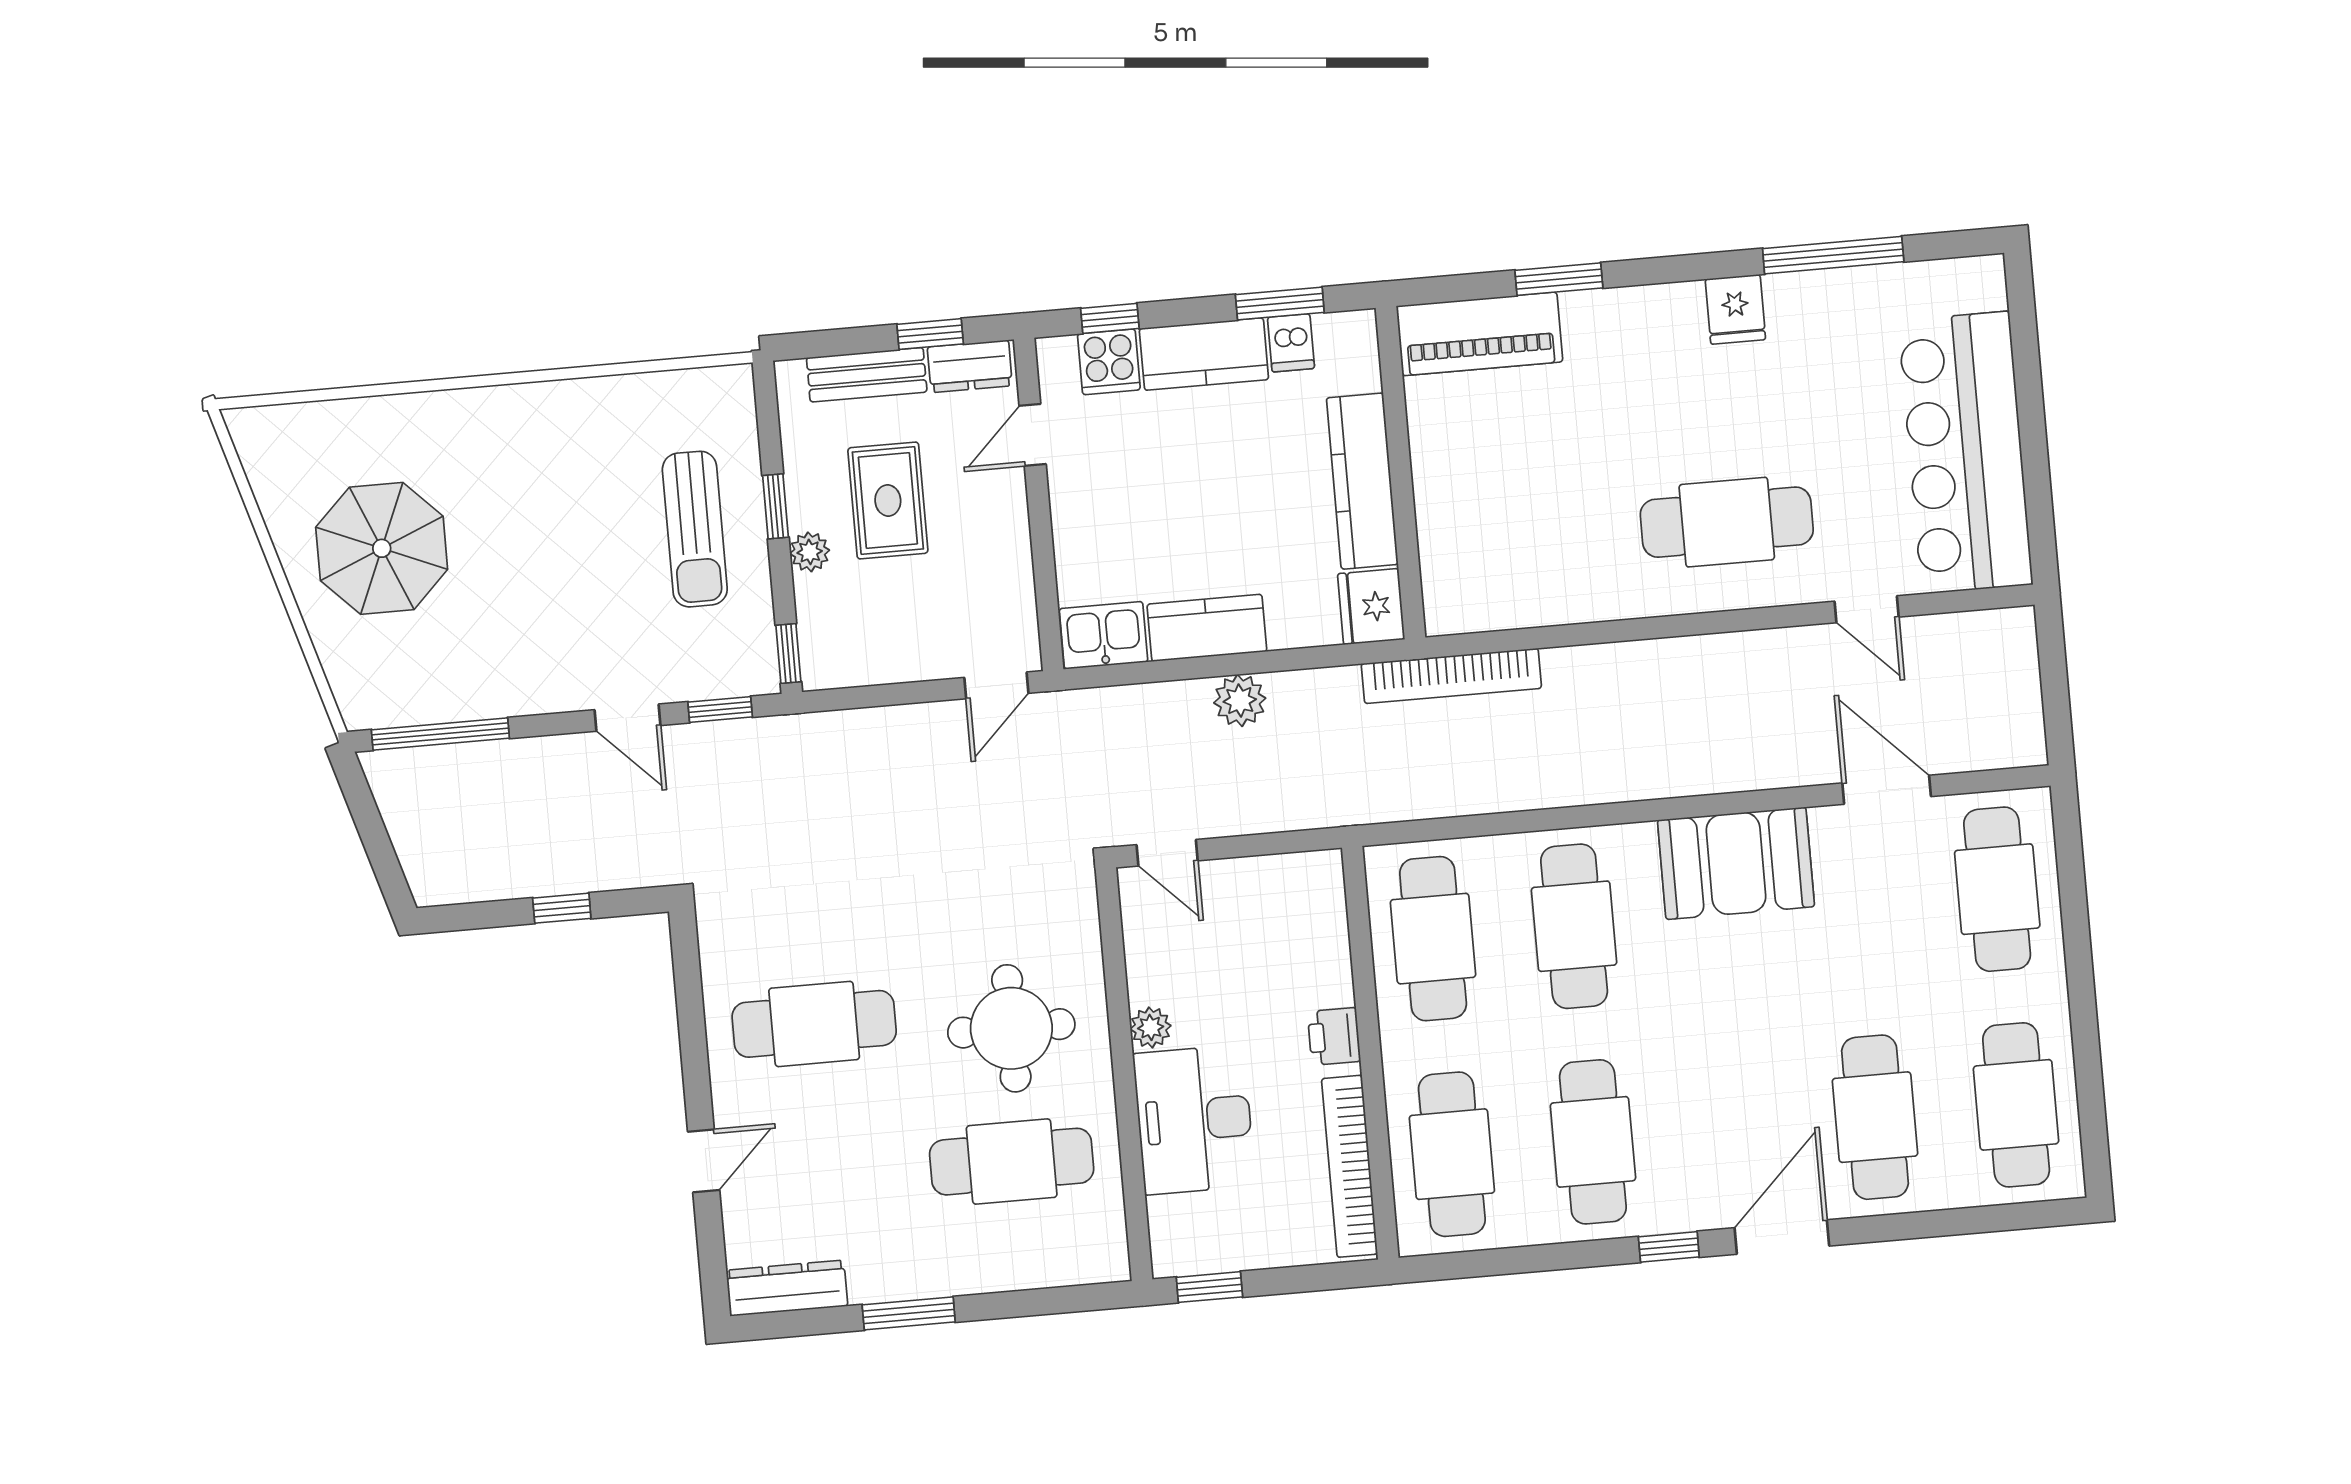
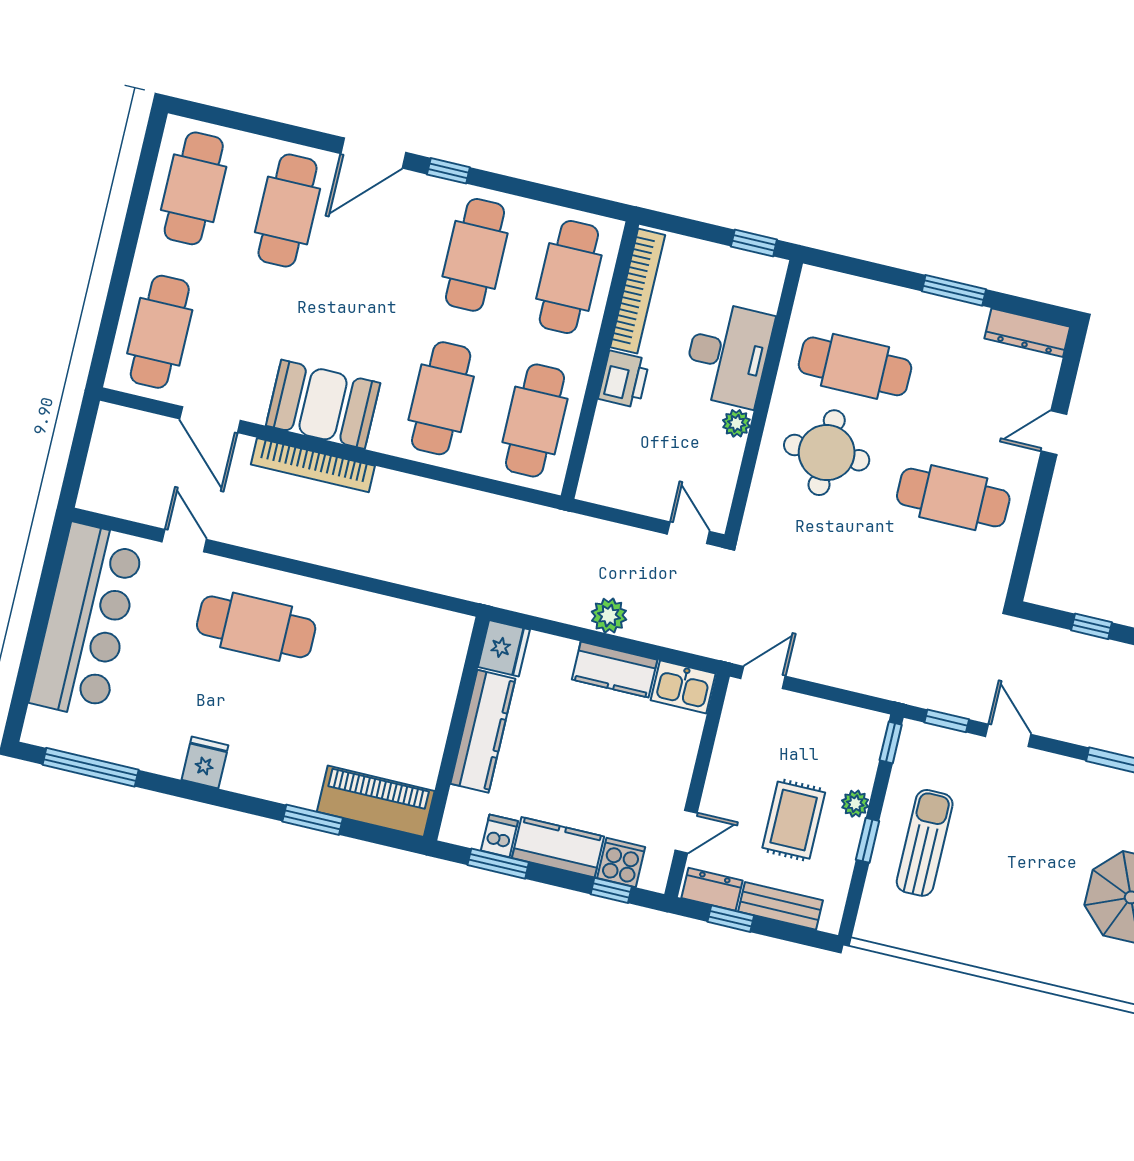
window: (1833, 255) -> (91, 767), moved
bookcase: (1451, 676) -> (313, 465), moved, turned 180
printer: (1334, 1036) -> (624, 379), width x1.36, depth x1.24

